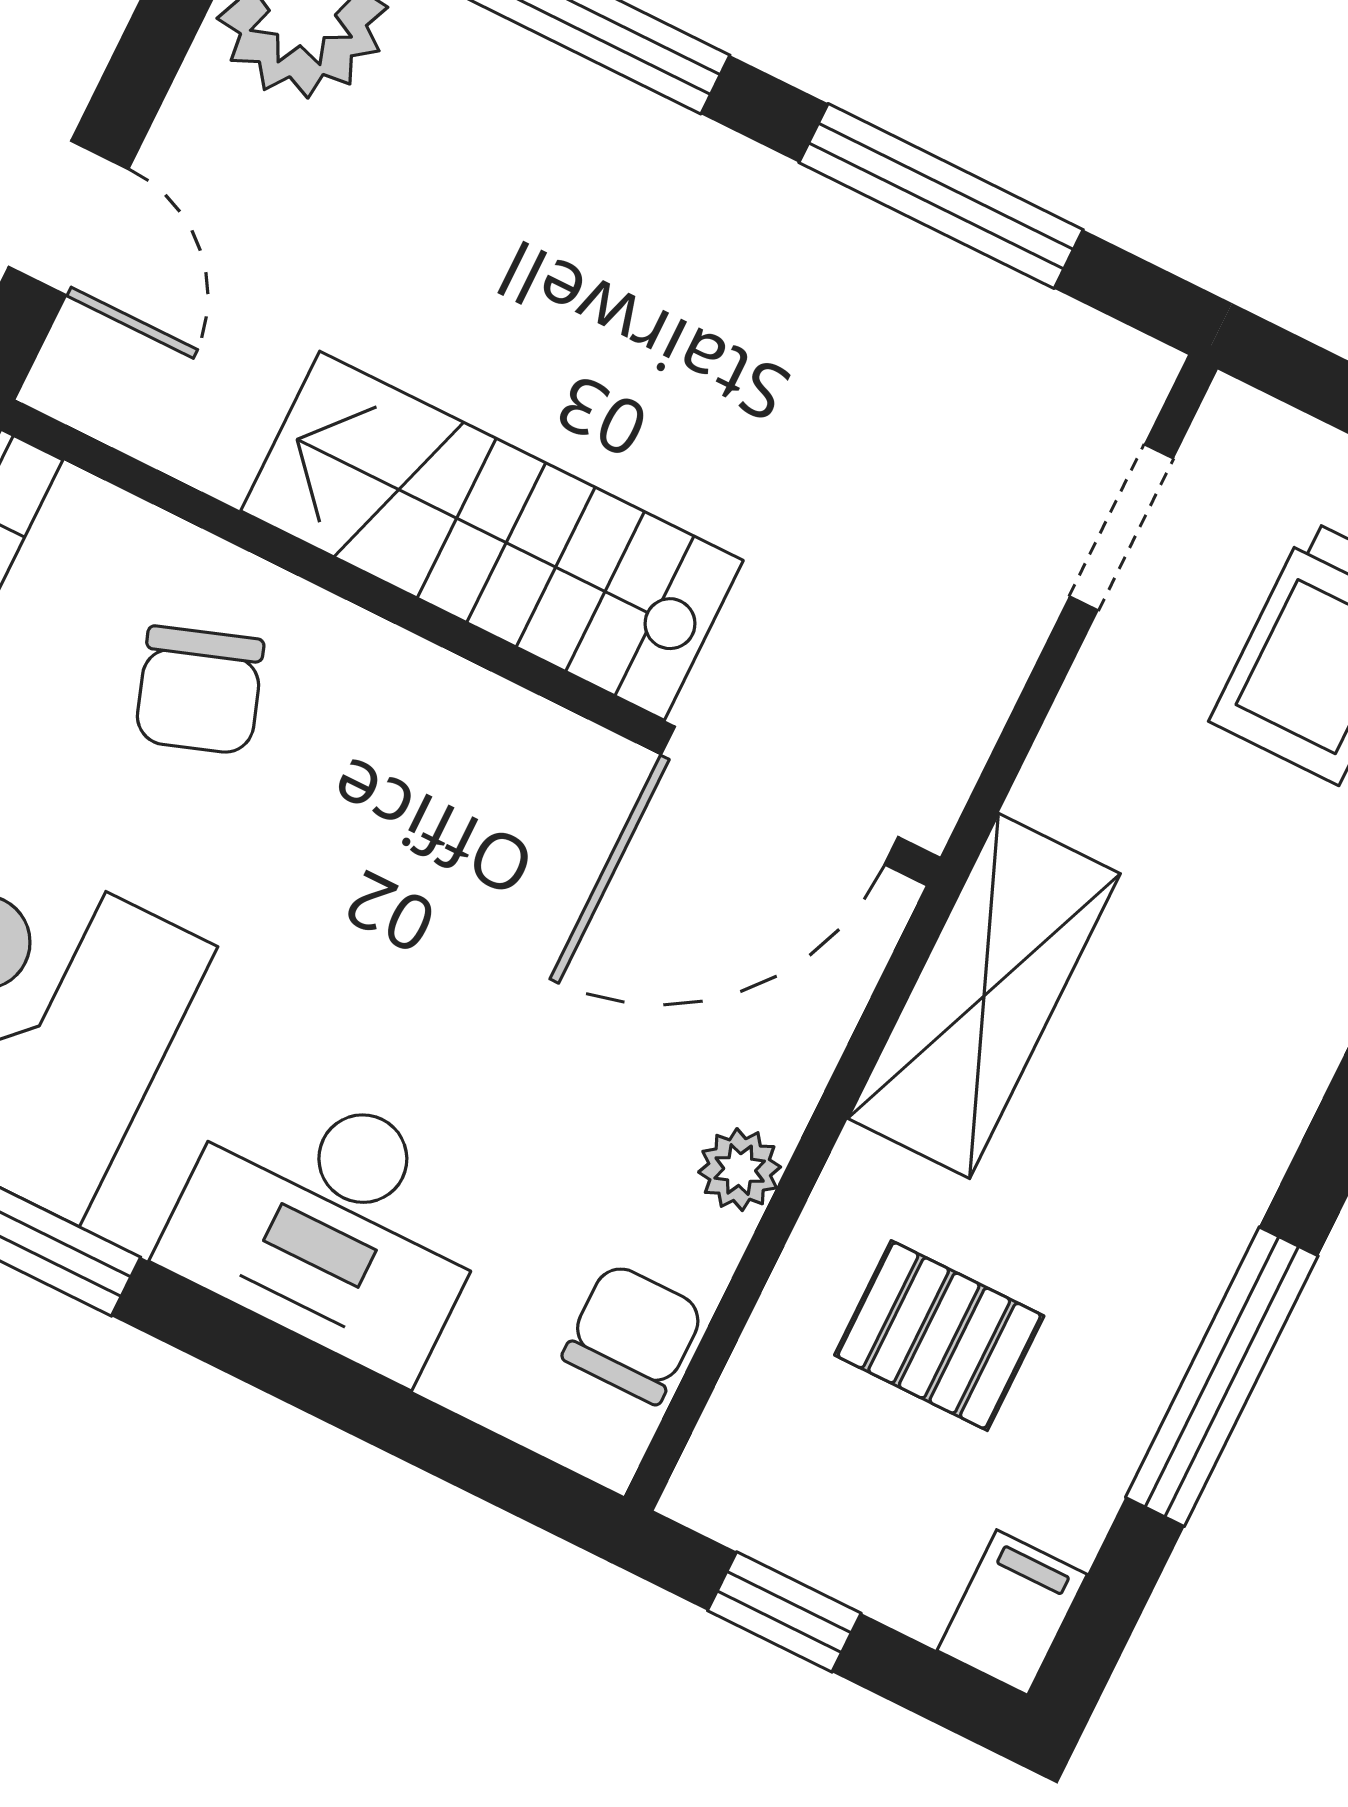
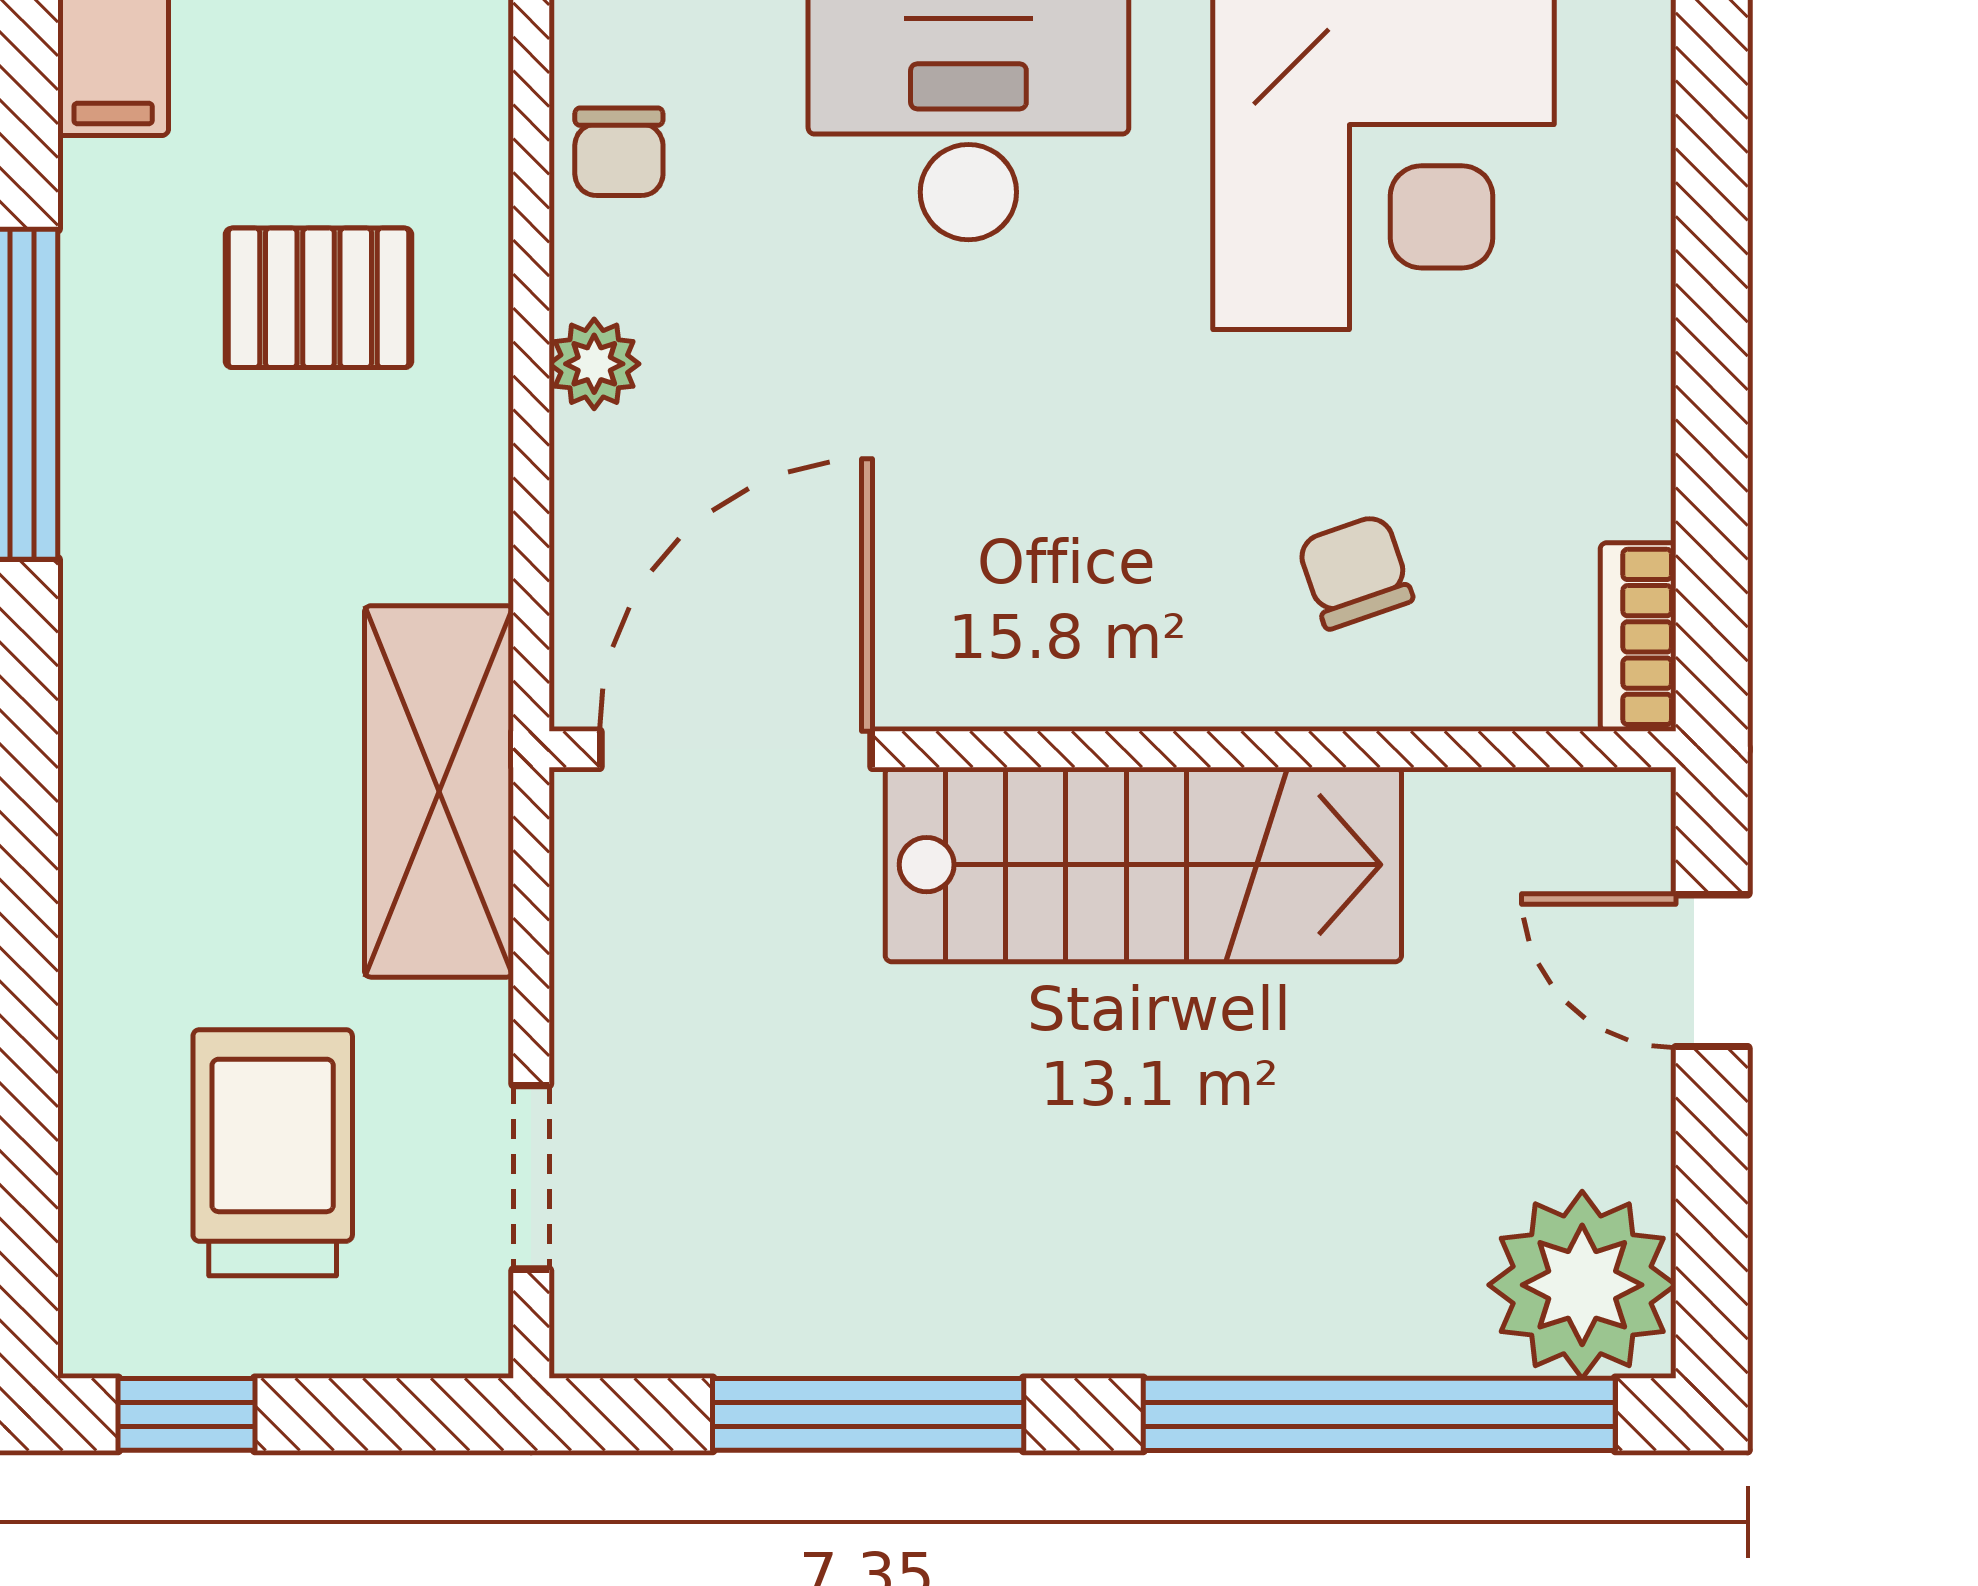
chair: (199, 690) -> (1355, 572), width x0.73, depth x0.73
shelving: (984, 996) -> (439, 791), moved
chair: (633, 1334) -> (619, 152), width x0.73, depth x0.73

